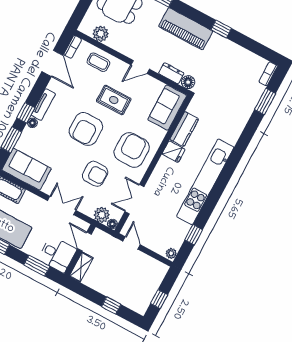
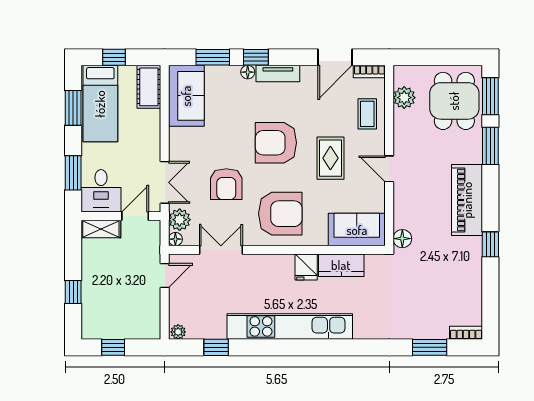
dresser: (171, 73) -> (402, 212), removed
double door: (62, 205) -> (165, 182), moved

